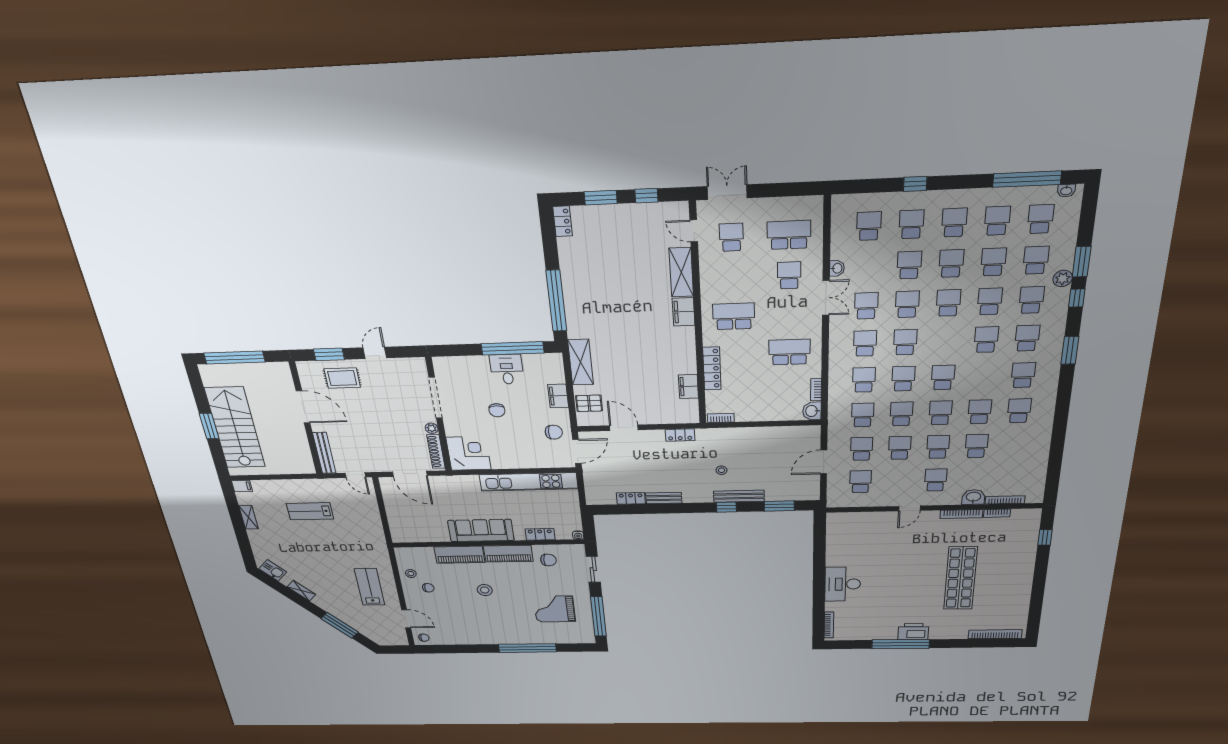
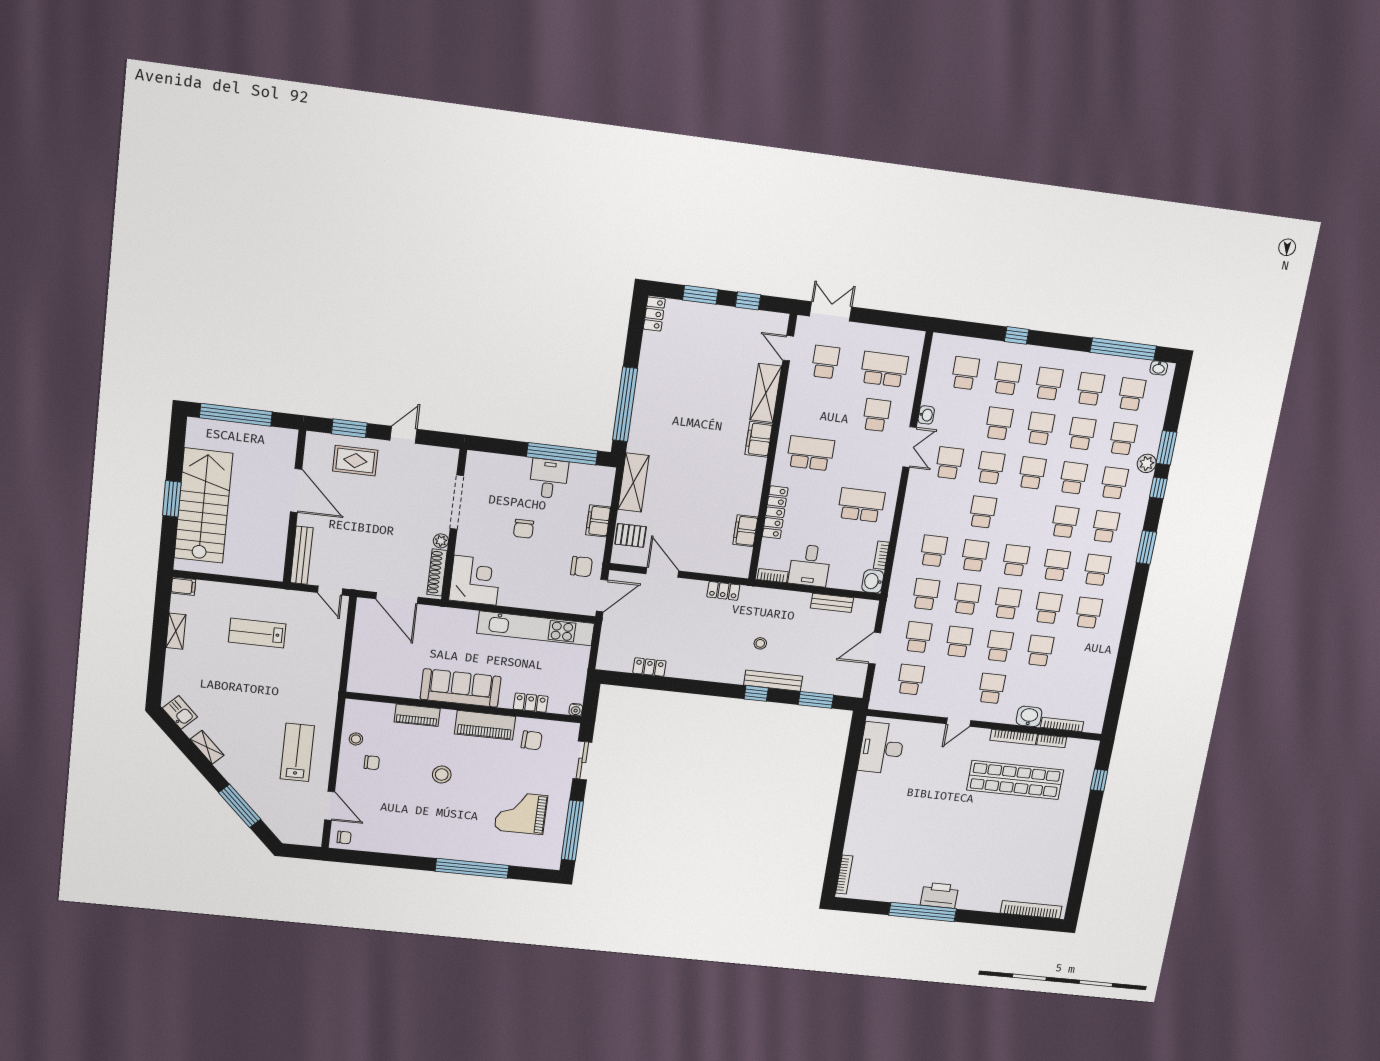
school desk: (865, 343) -> (1056, 565), moved
desk: (752, 406) -> (810, 565), added
bench: (664, 498) -> (832, 603), moved
piano: (459, 555) -> (417, 715), width x0.73, depth x0.75
shop shelf: (960, 578) -> (1015, 780), moved, turned 90
desk: (843, 584) -> (882, 748), moved

